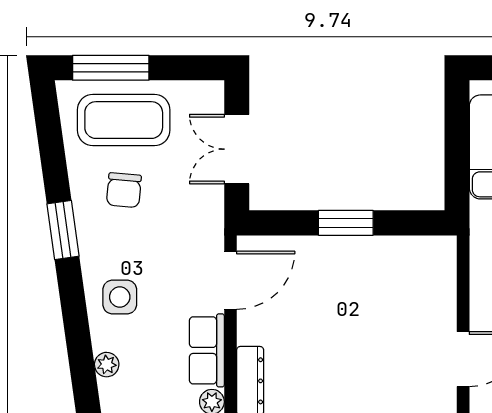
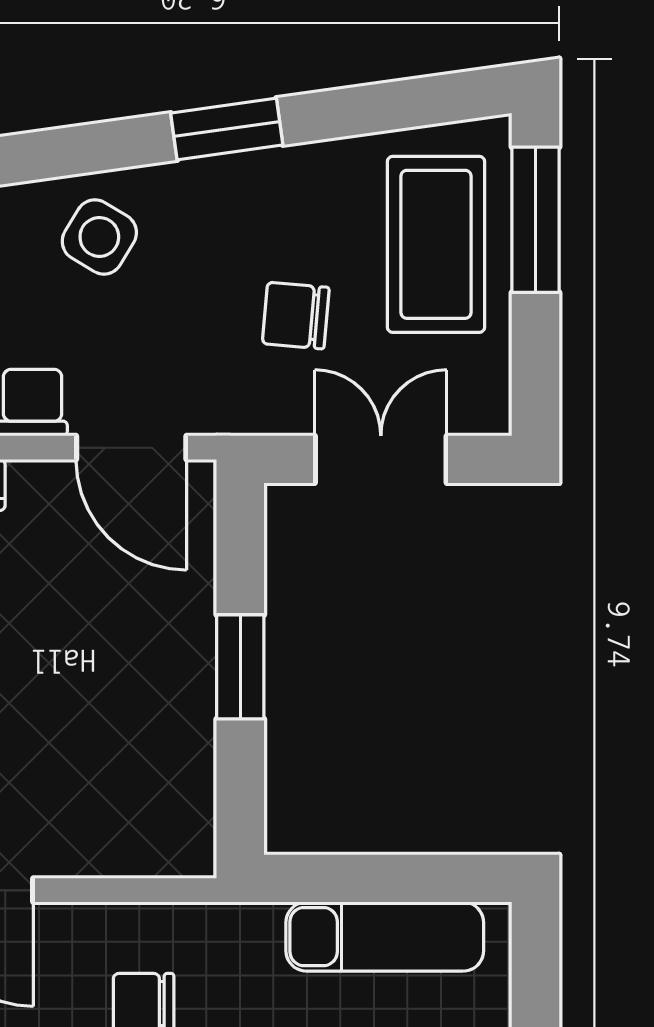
chair: (124, 190) -> (296, 316), moved
side table: (120, 297) -> (99, 237), turned 31

